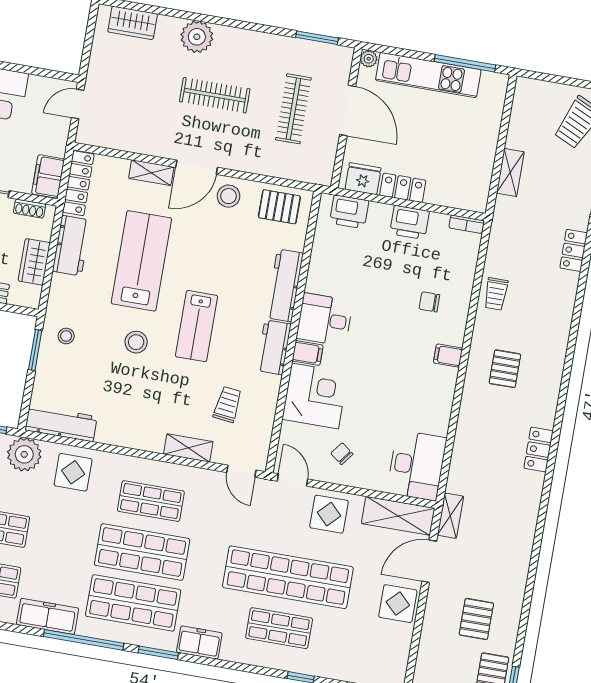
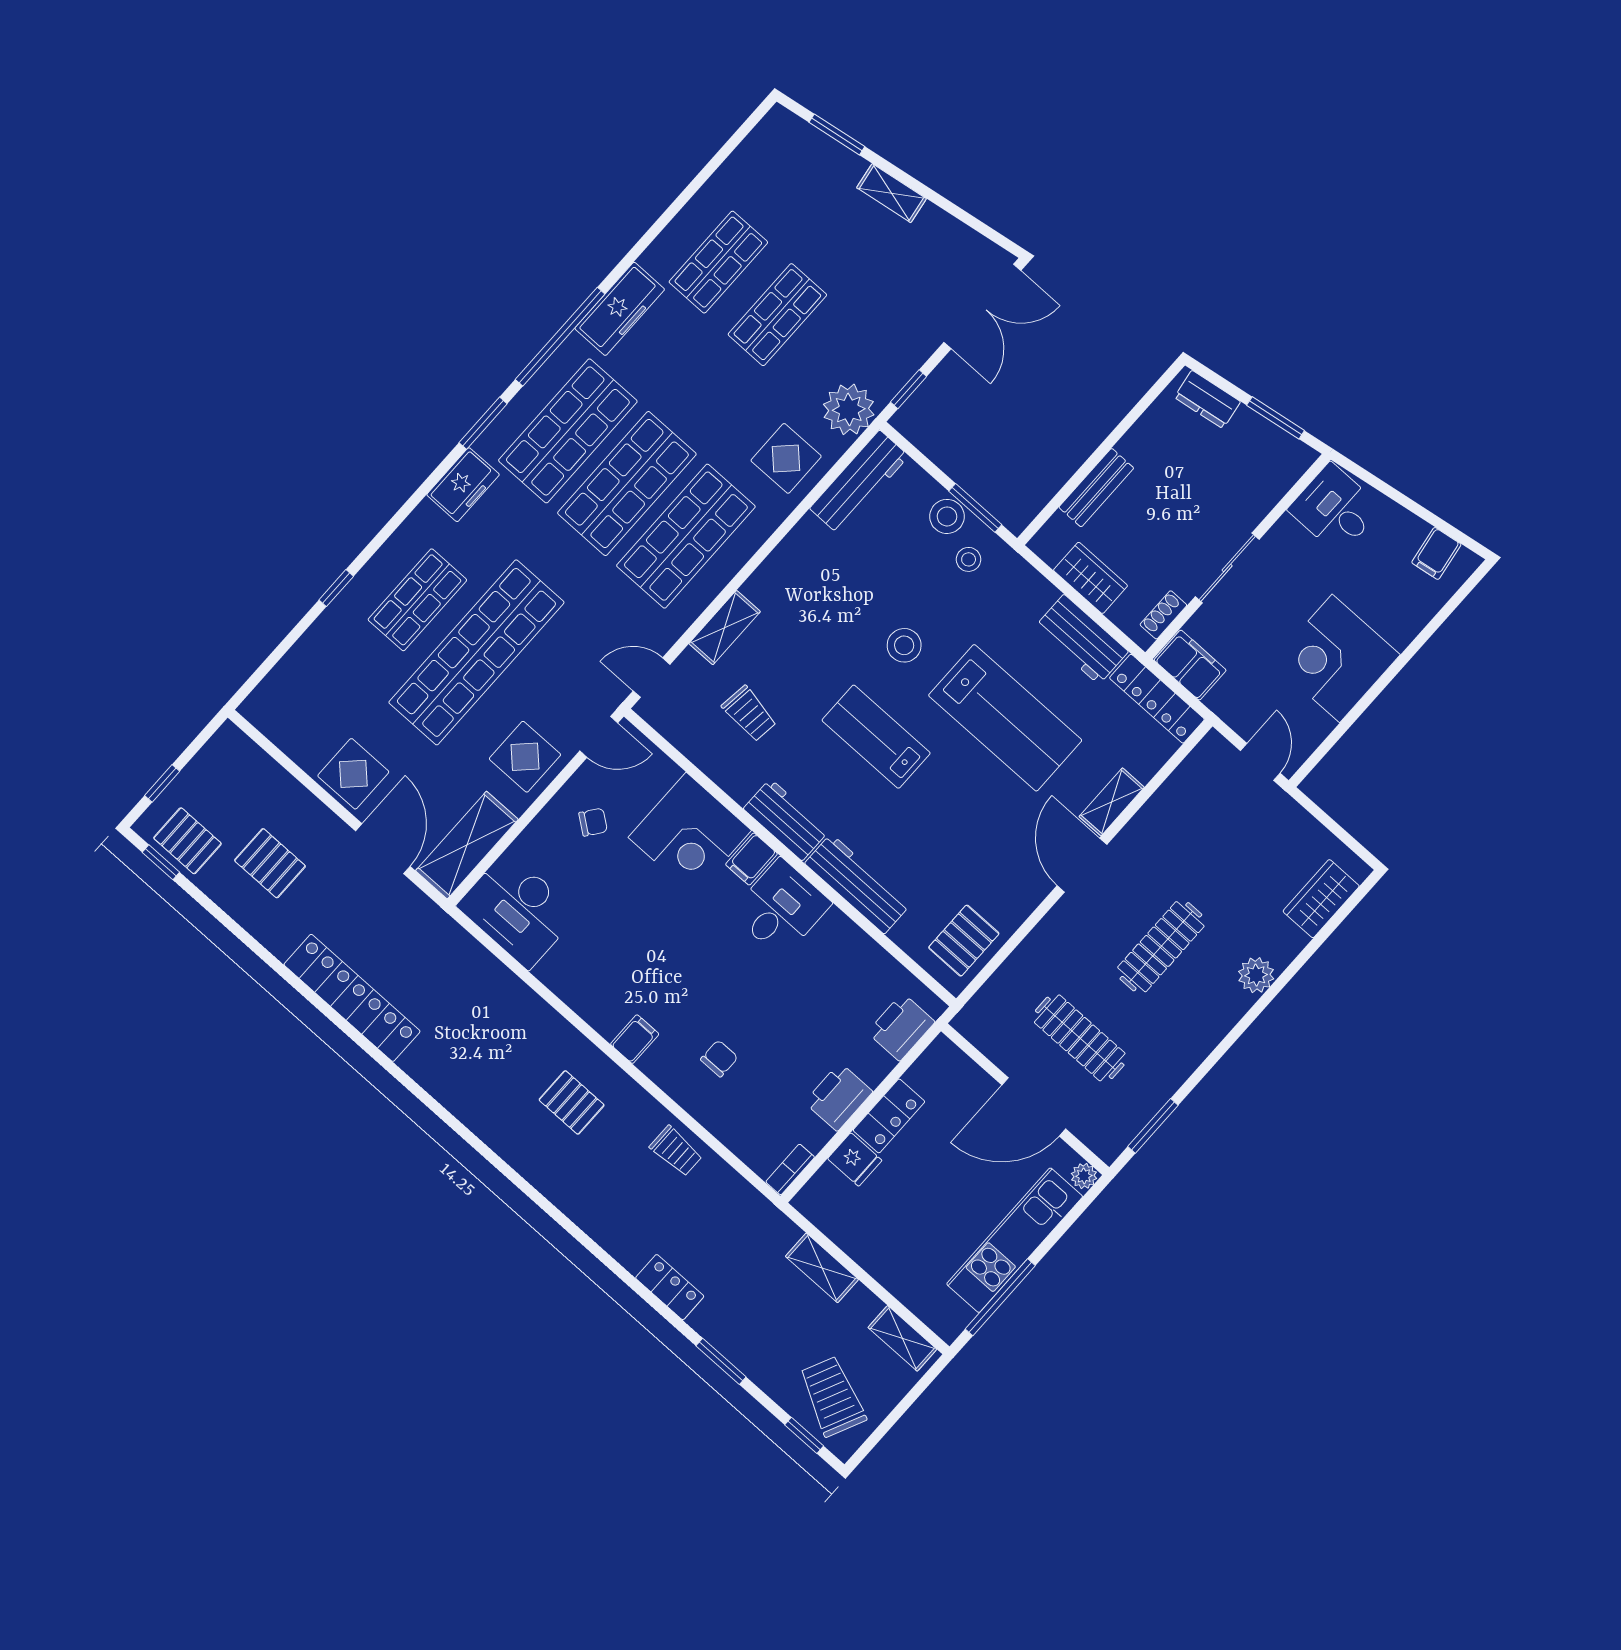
plant: (197, 37) -> (1256, 975), width x0.73, depth x0.73
fridge: (363, 179) -> (855, 1160), moved, width x0.72
stool: (229, 196) -> (947, 516), moved
trolley: (496, 294) -> (676, 1151), turned 180
locker: (538, 450) -> (352, 998), moved, width x2.16, depth x1.21
shop shelf: (151, 501) -> (686, 536), width x1.43, depth x1.36
shelving: (450, 516) -> (902, 1338), moved

